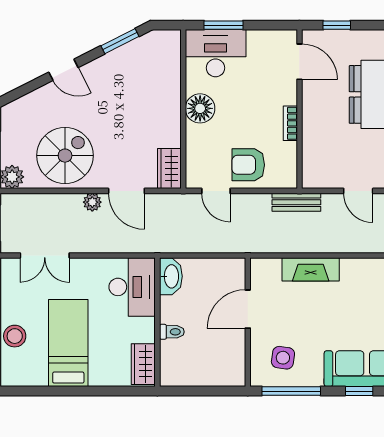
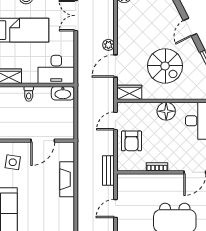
spiral stairs: (65, 156) -> (165, 66), moved
armchair: (248, 165) -> (131, 141), turned 180
door: (248, 309) -> (43, 141), swing flipped

